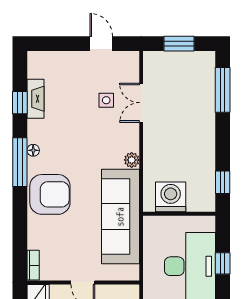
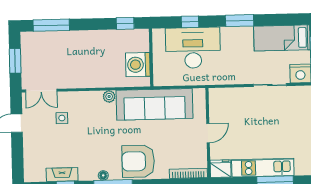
double door: (141, 103) -> (41, 91), moved
armchair: (50, 194) -> (138, 161), turned -90
bookcase: (33, 265) -> (188, 173), width x1.56

